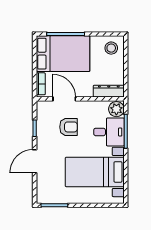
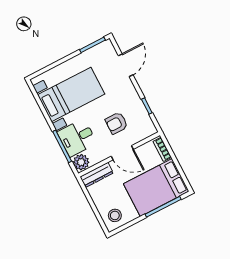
door: (64, 99) -> (122, 153), moved
door: (35, 161) -> (126, 65), moved

